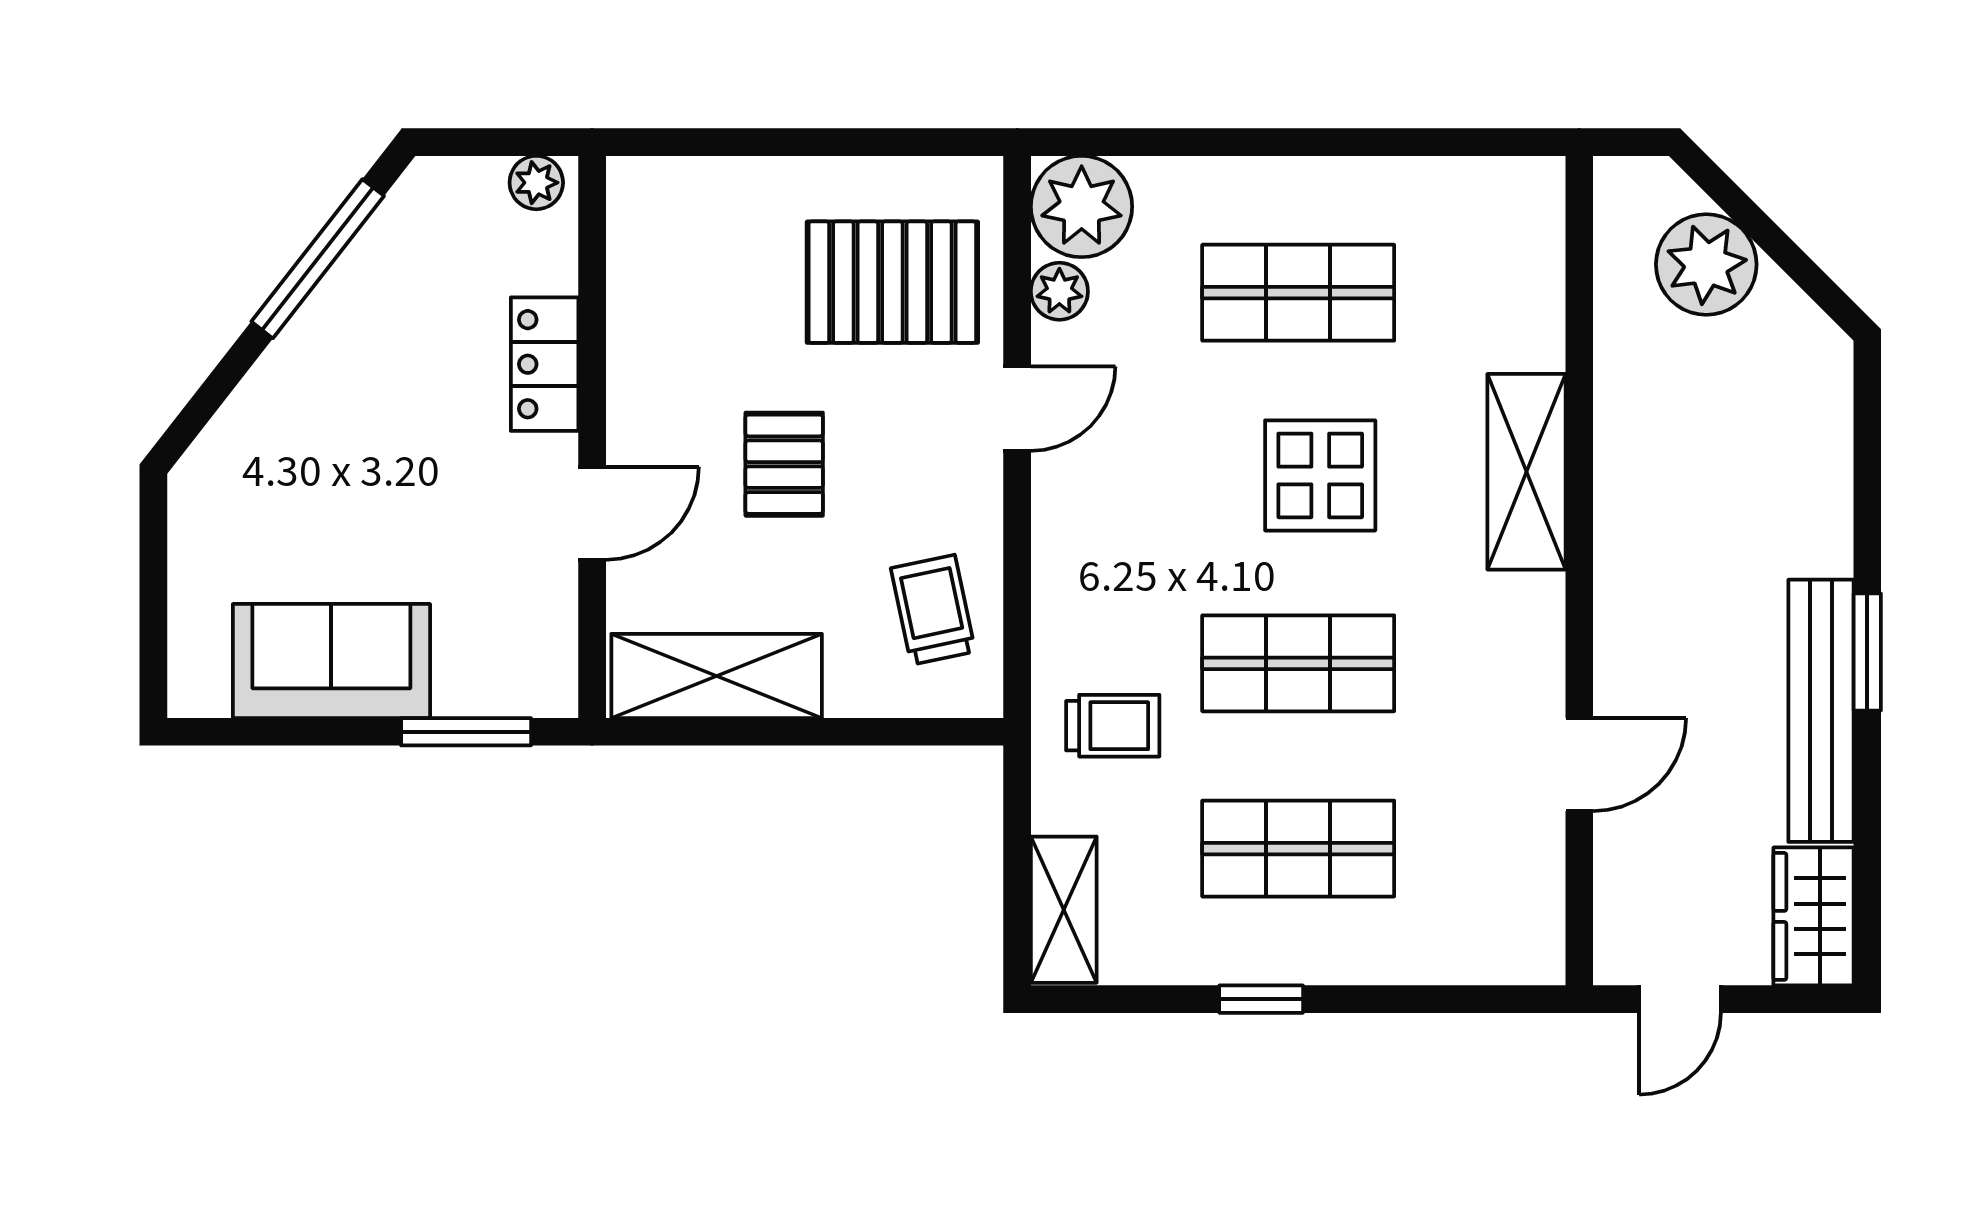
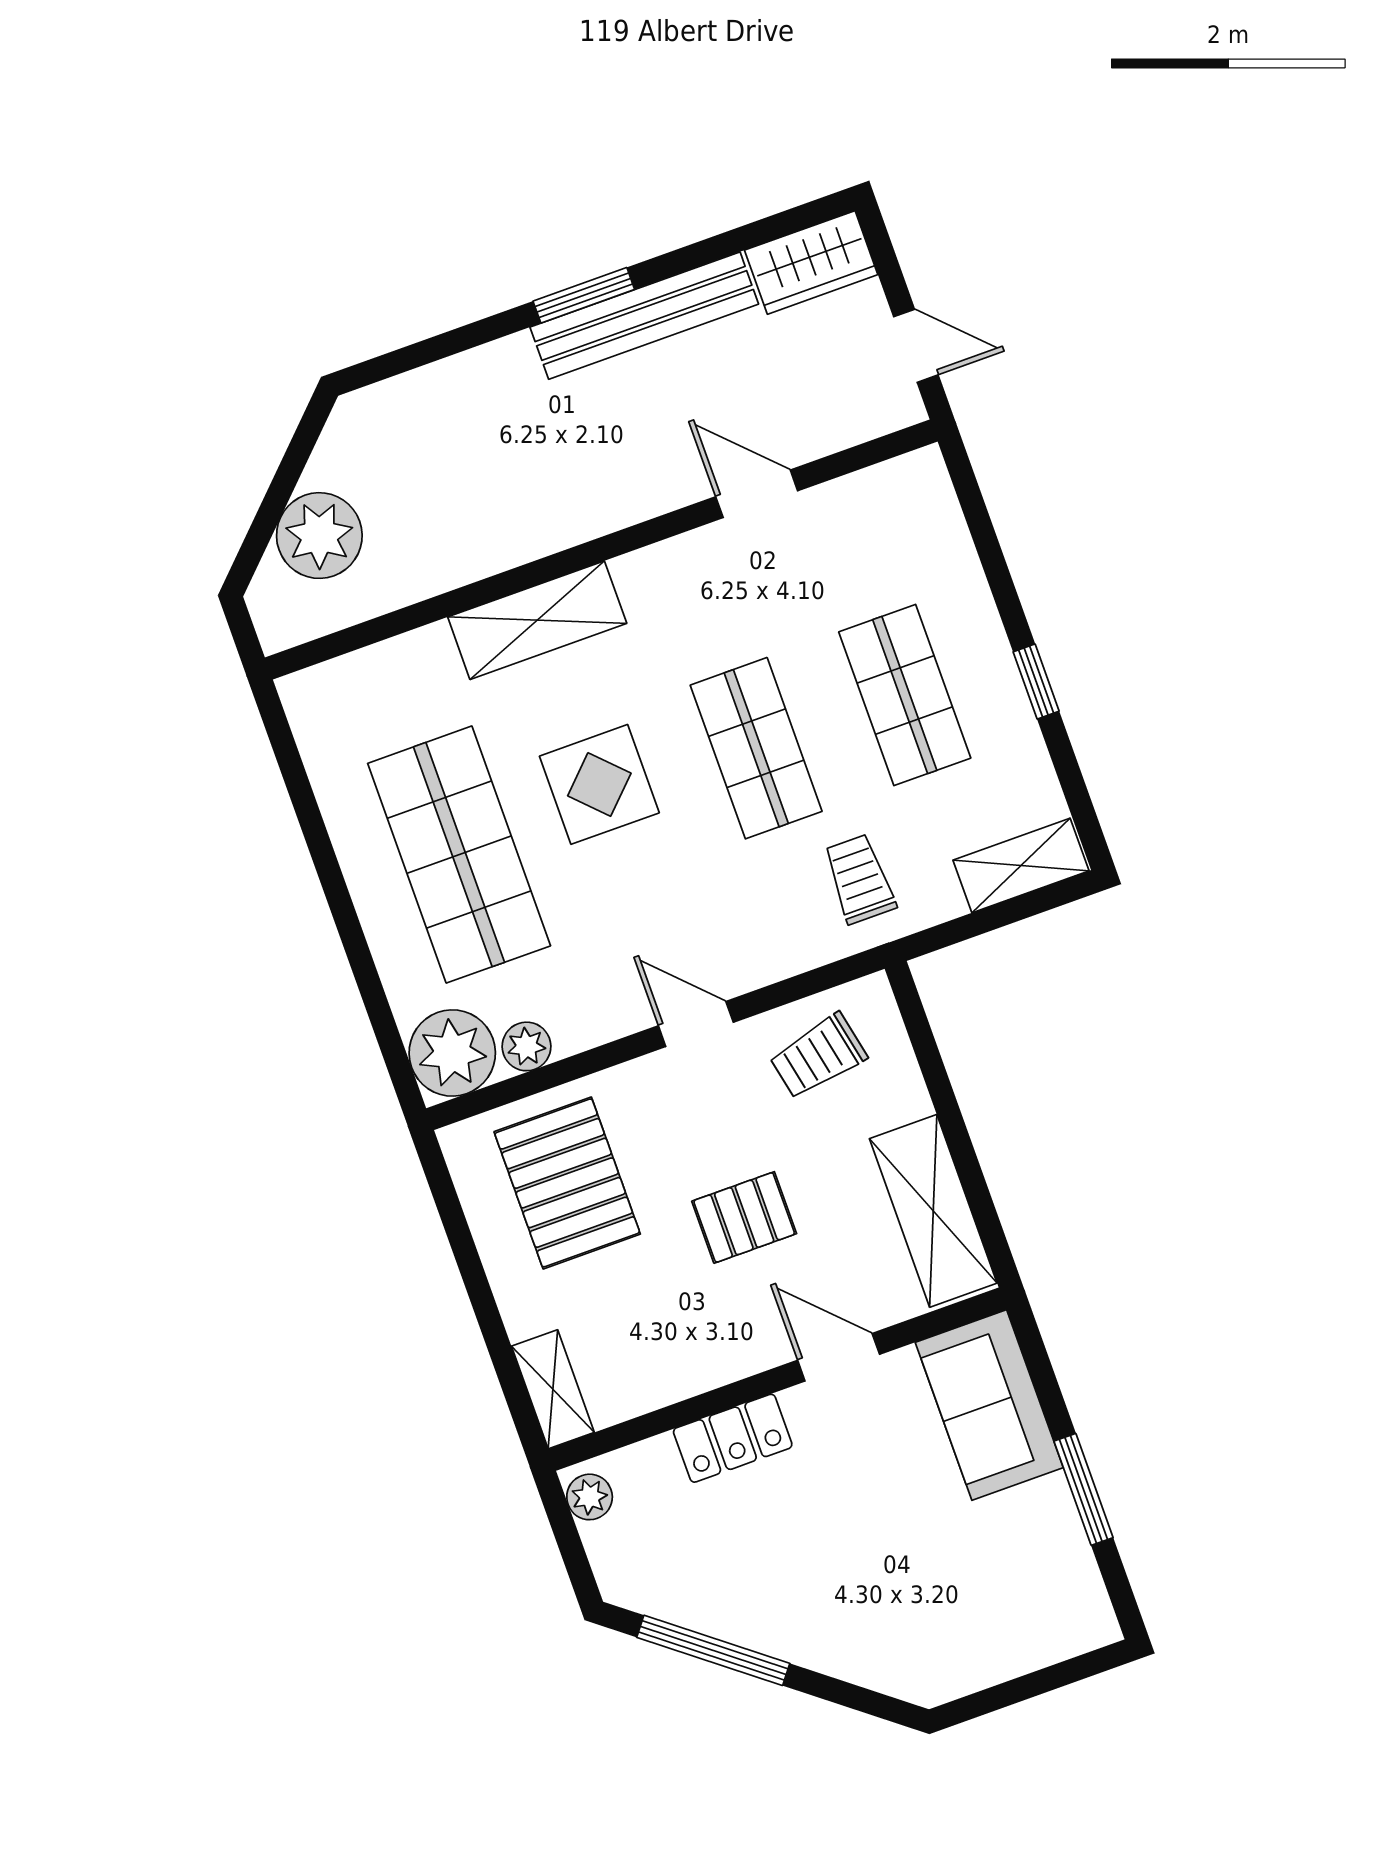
shelving: (670, 185) -> (553, 1389), added
shop shelf: (1298, 293) -> (459, 855), width x1.43, depth x1.36
door: (1017, 409) -> (696, 1024), moved
sofa: (331, 661) -> (989, 1405), moved
window: (466, 732) -> (1084, 1489), moved

